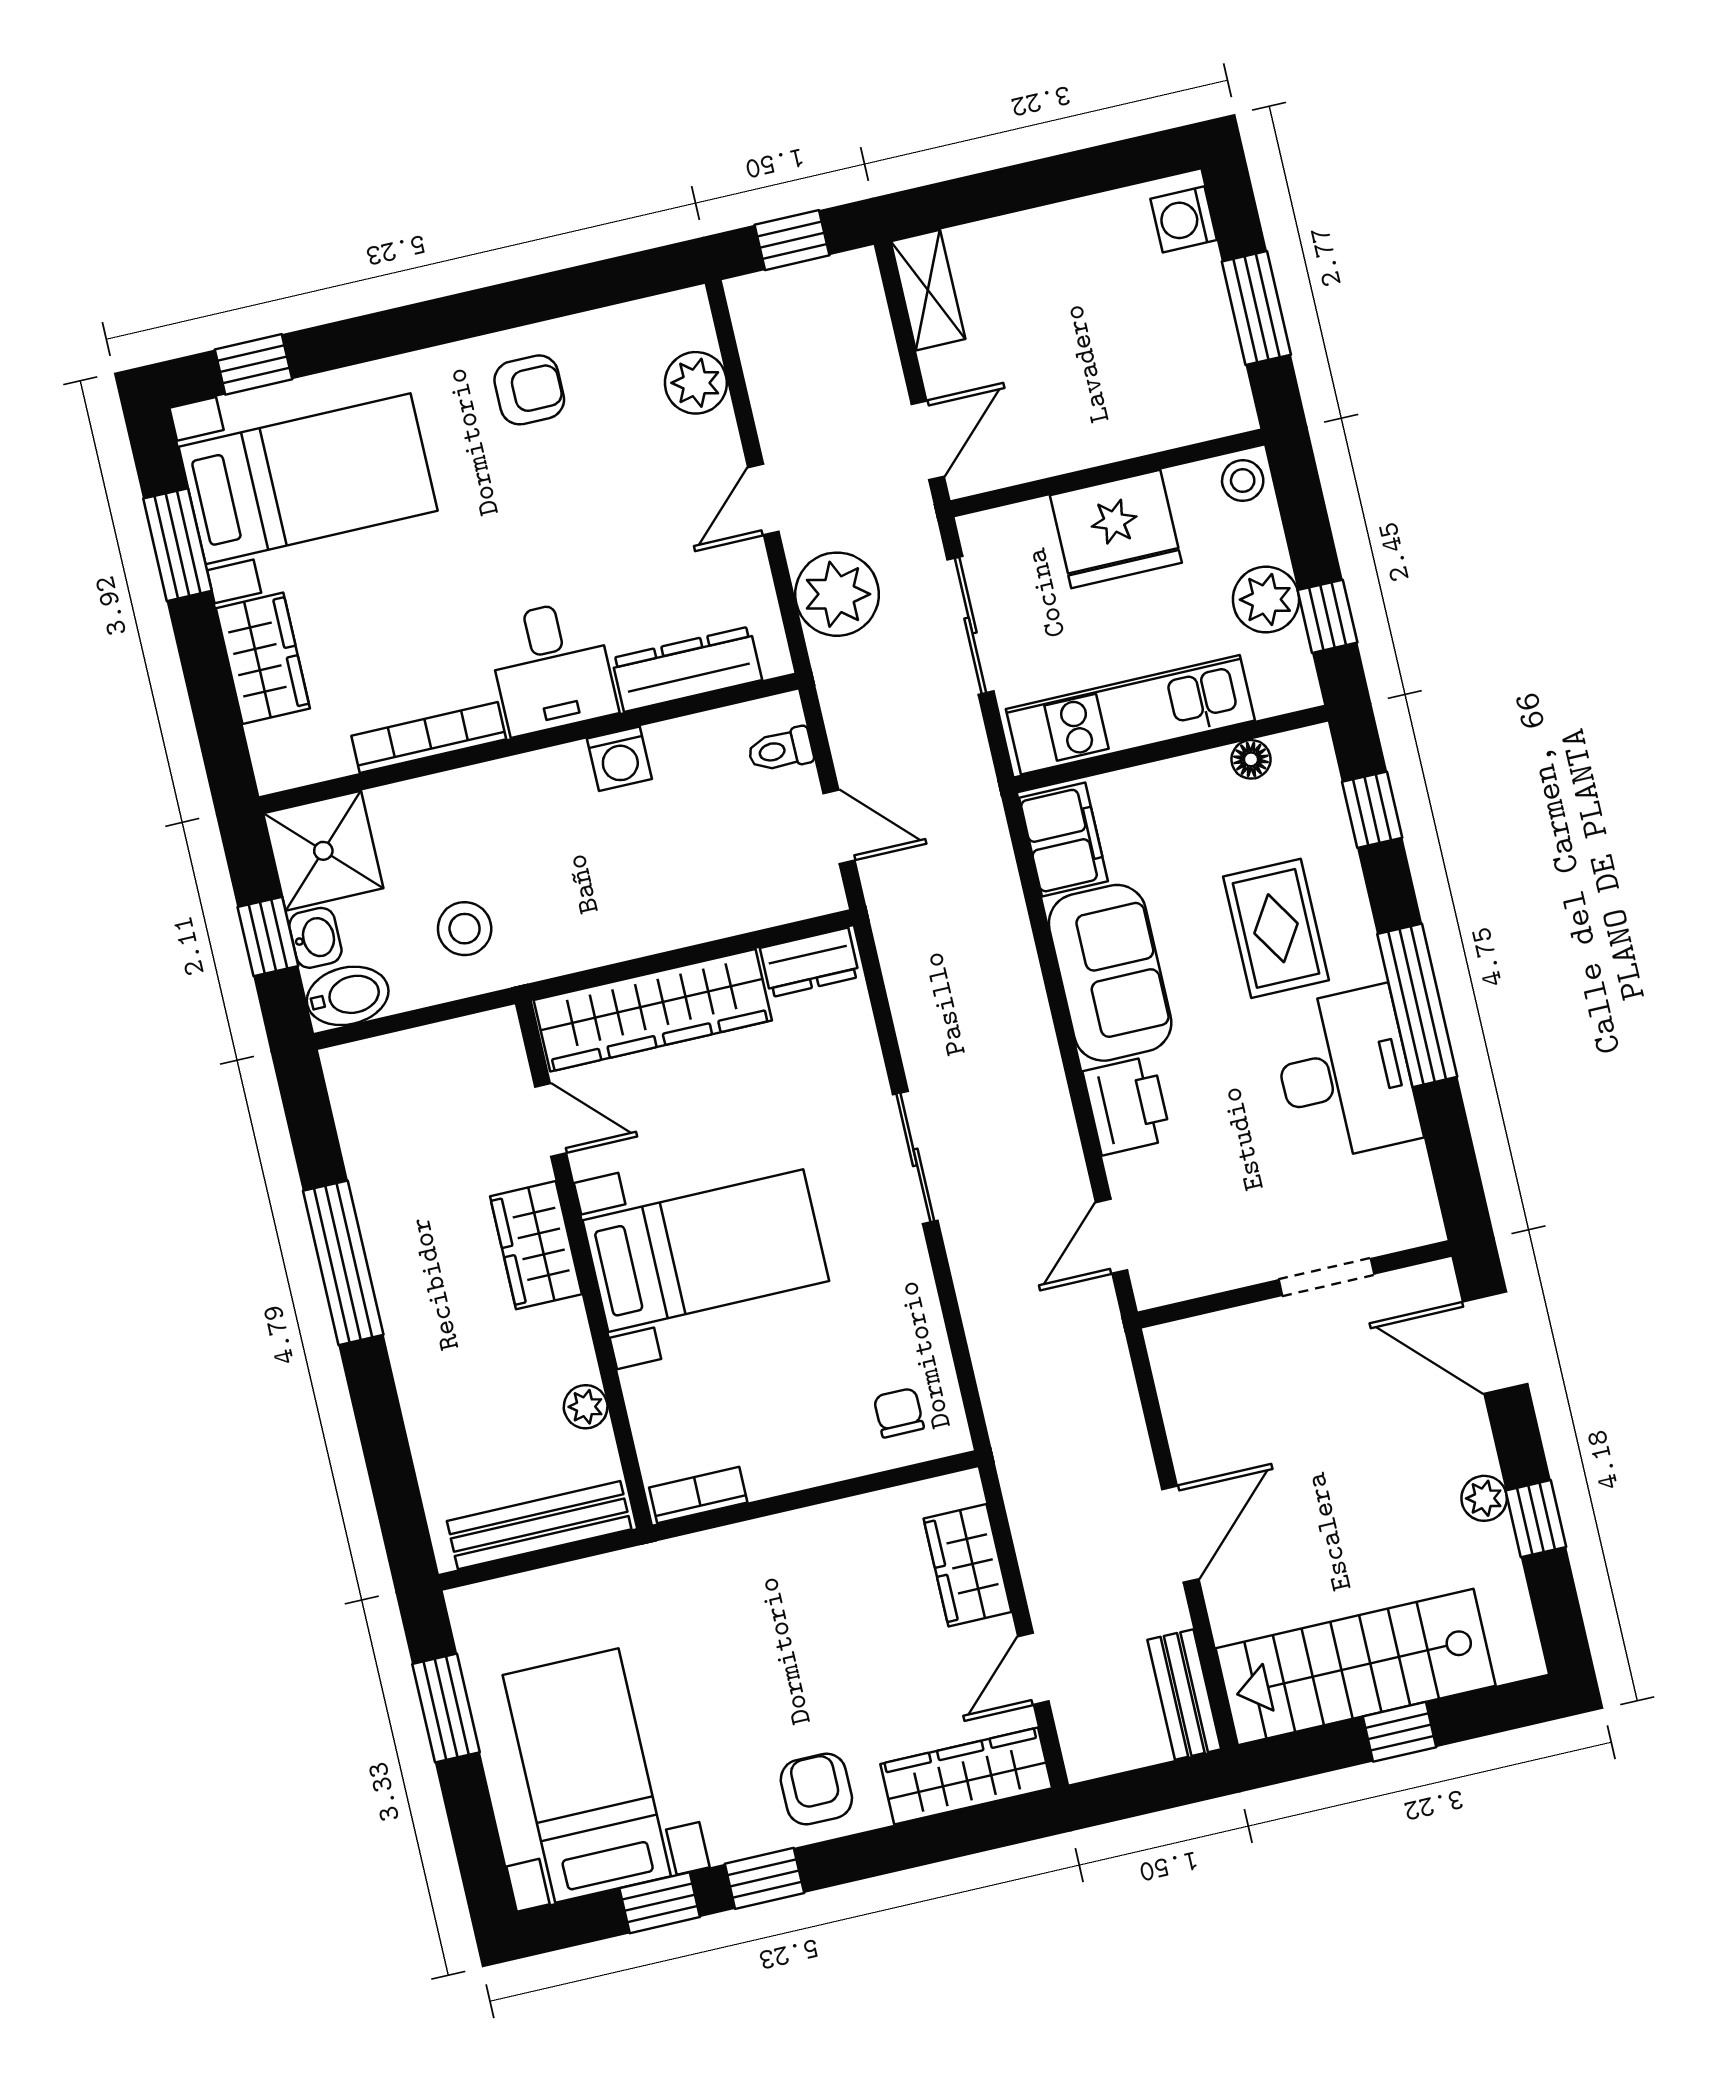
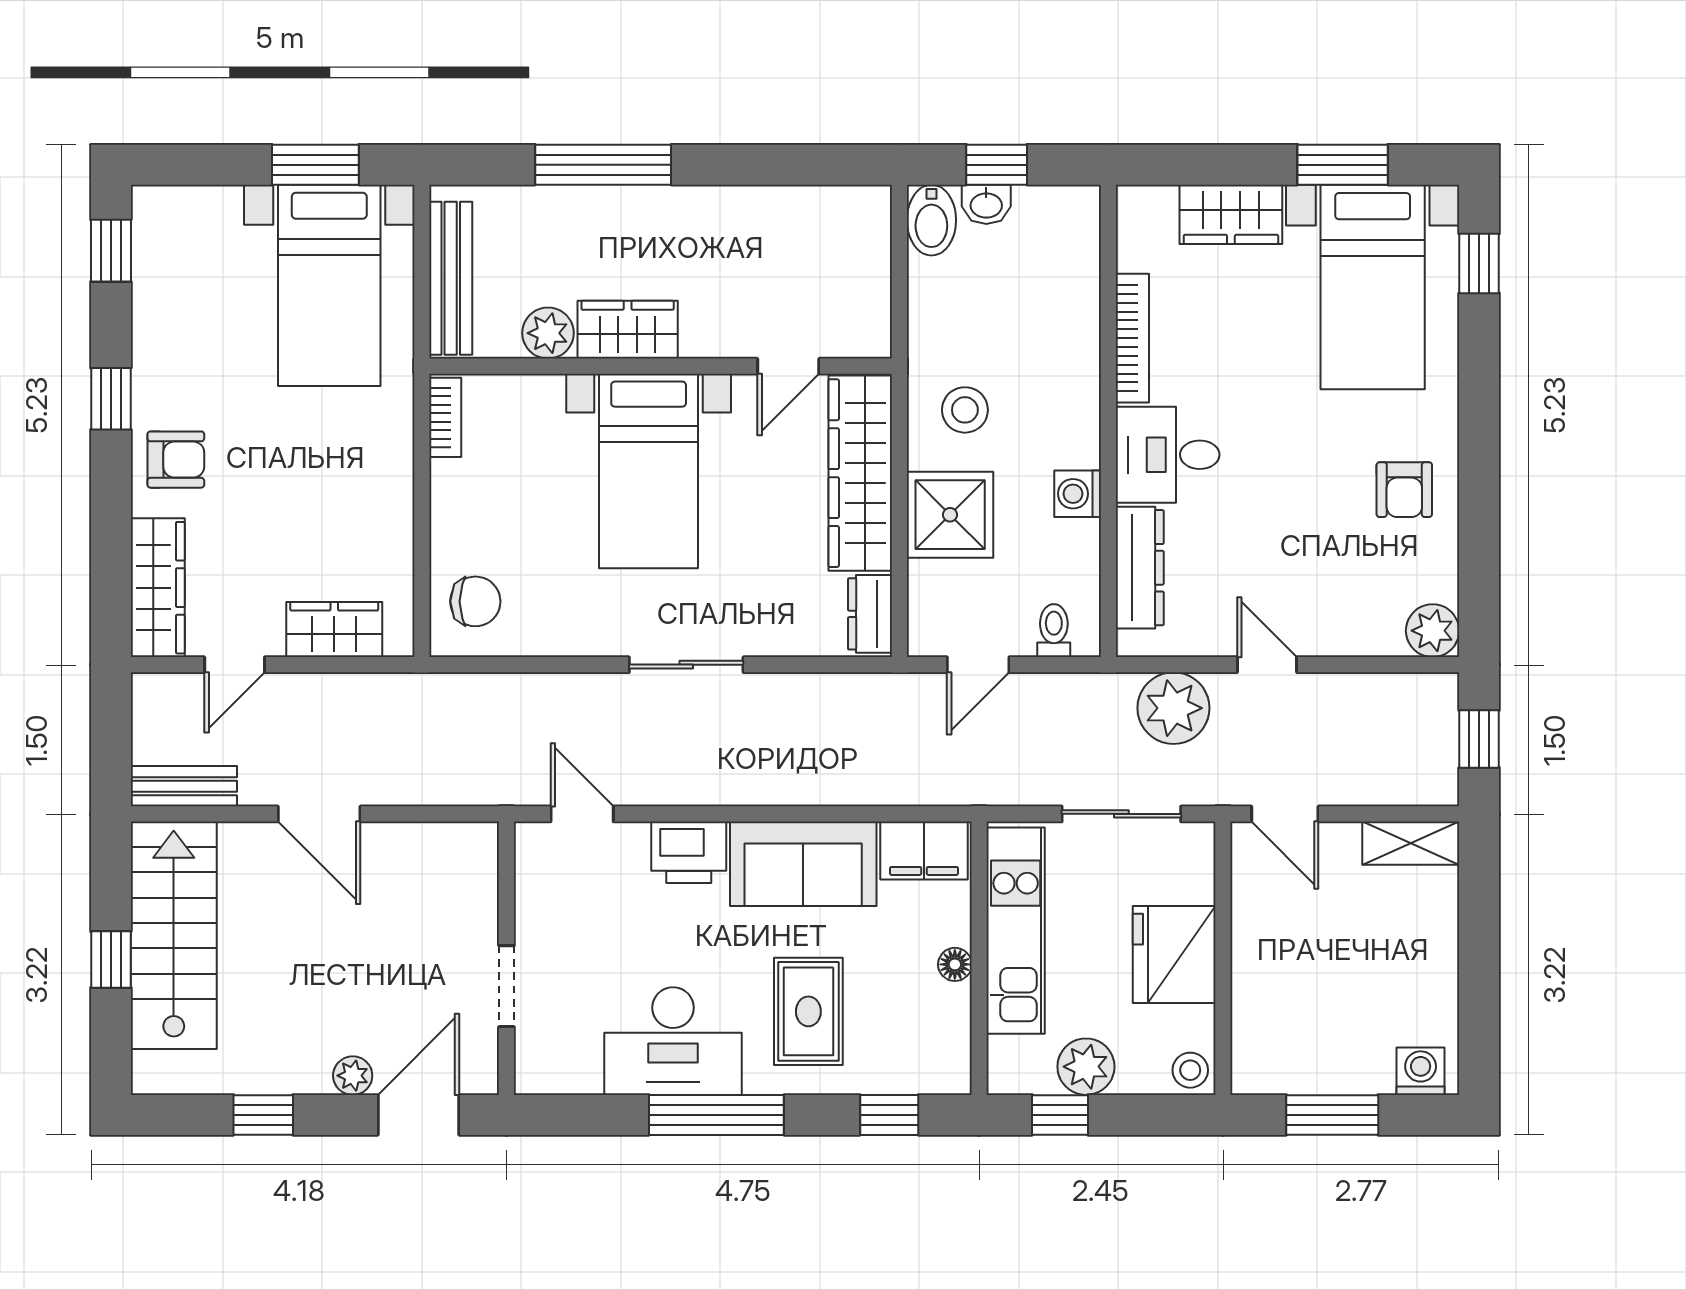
plant: (696, 383) -> (1433, 631), moved
floor lamp: (1251, 759) -> (955, 964), moved
shower: (323, 851) -> (950, 515), moved
rug: (1276, 928) -> (808, 1011), turned 90
stool: (465, 929) -> (965, 410), moved
wardrobe: (536, 1245) -> (628, 330), moved
window: (343, 1263) -> (603, 165), moved
plant: (586, 1407) -> (548, 333), width x1.38, depth x1.38
chair: (899, 1413) -> (475, 601), width x1.37, depth x1.37
plant: (1484, 1498) -> (353, 1076), moved
door: (1033, 1669) -> (235, 665), swing flipped
bed with nightstands: (587, 1776) -> (329, 285), moved, turned 90
window: (660, 1903) -> (111, 251), moved

